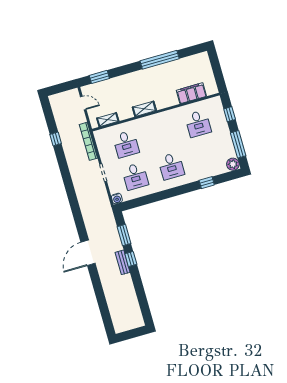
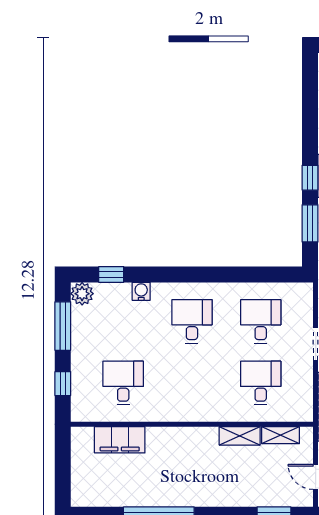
shelving: (144, 109) -> (240, 436), moved
window: (207, 183) -> (111, 274), moved
water cooler: (117, 199) -> (141, 291), moved

